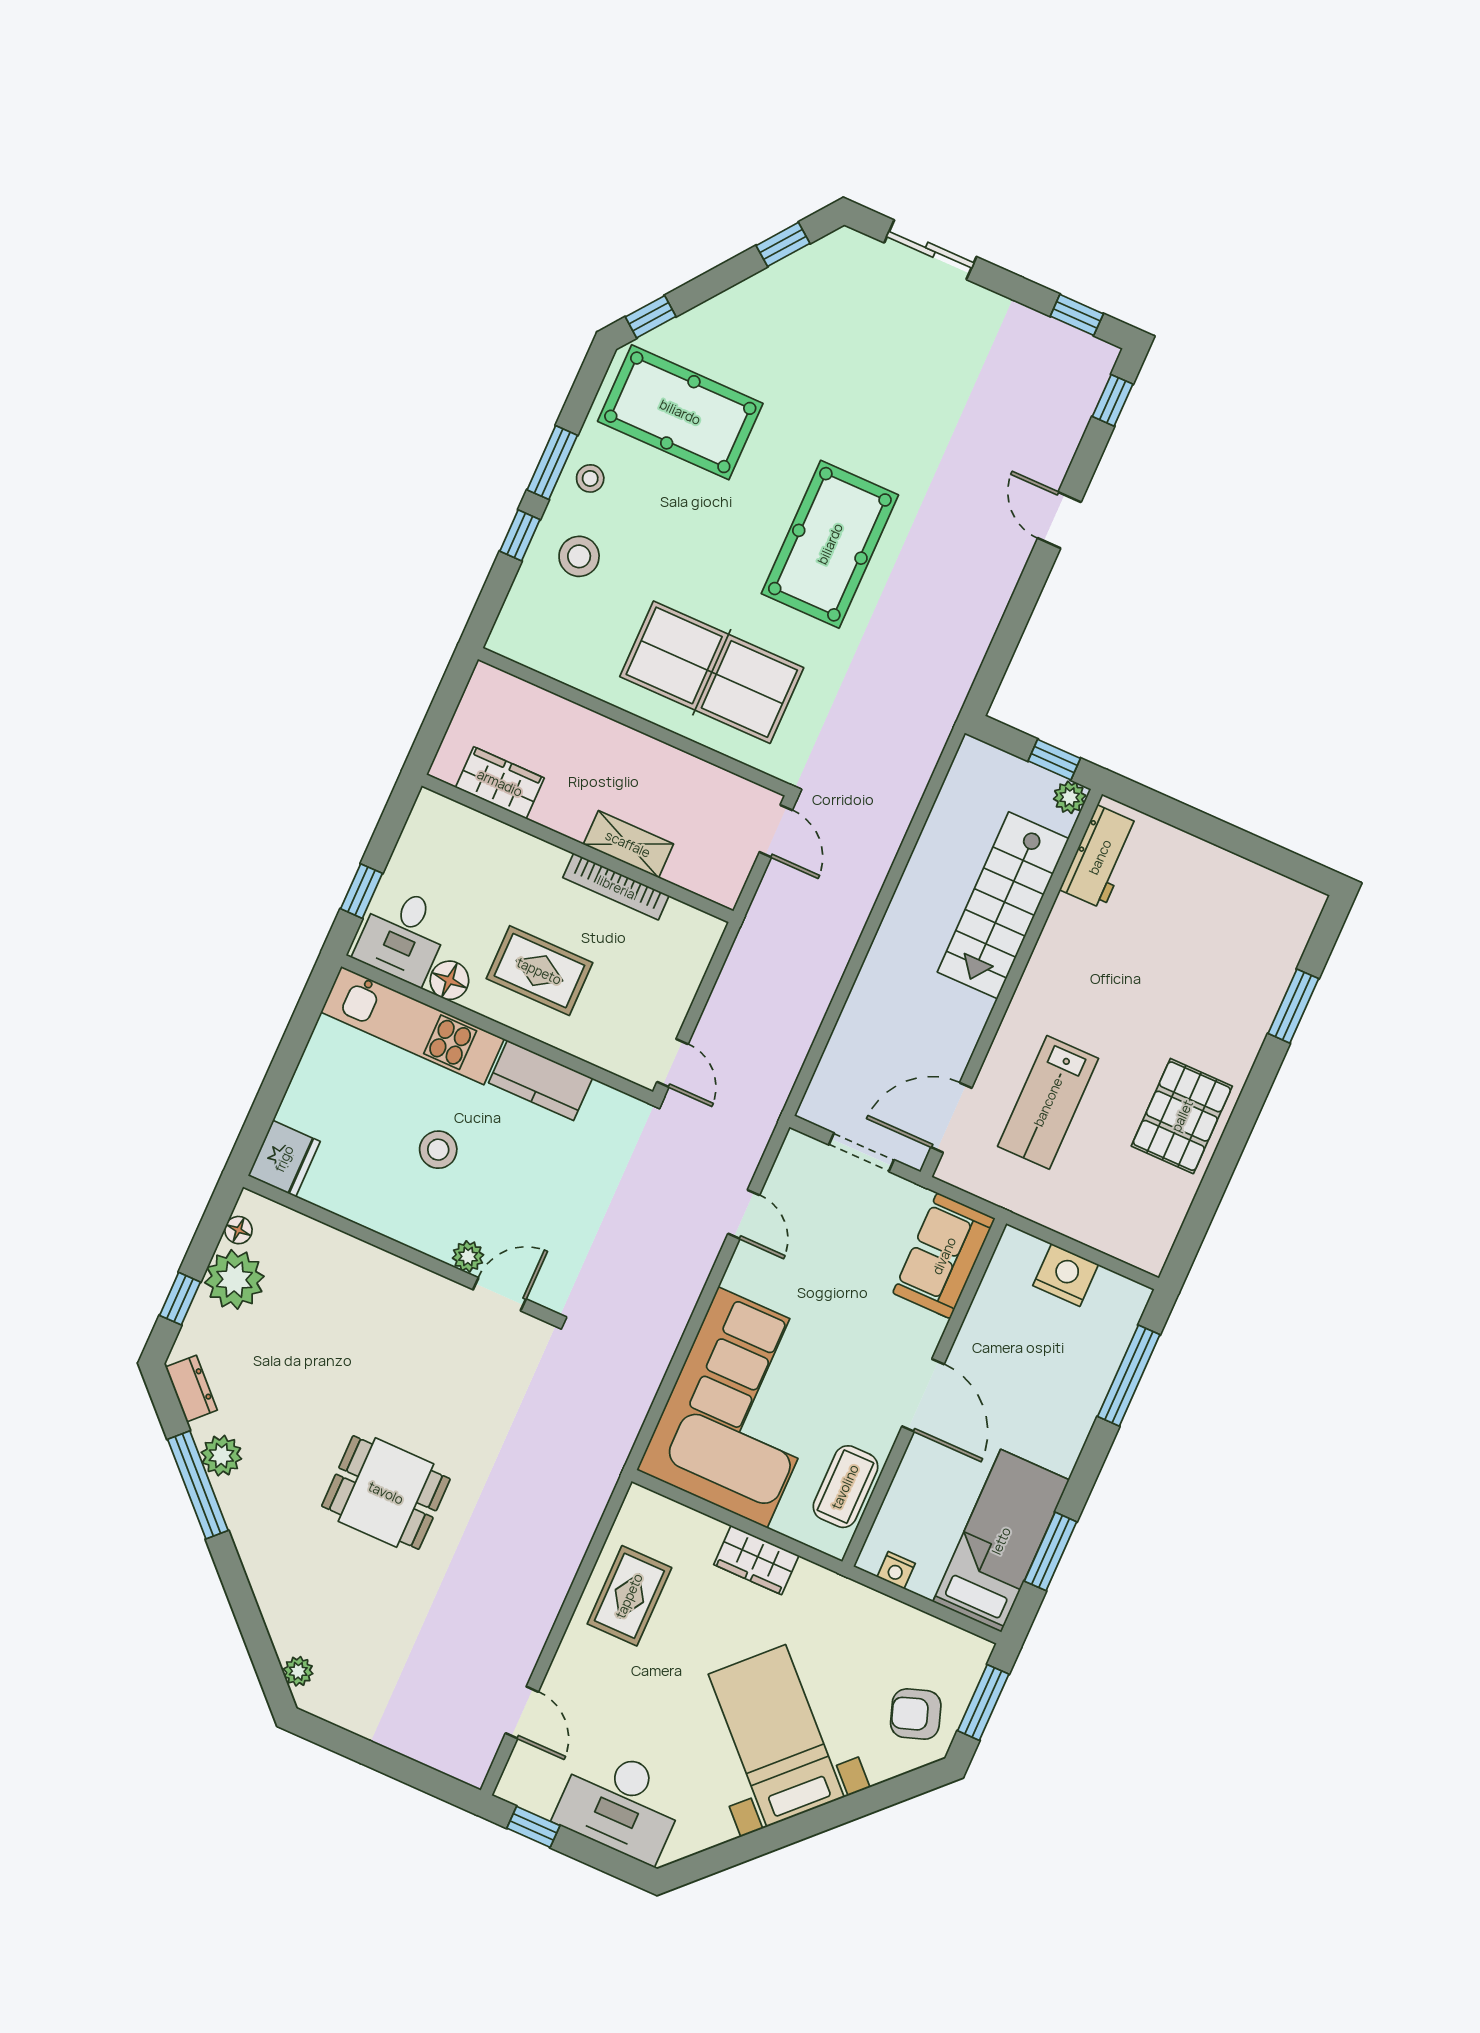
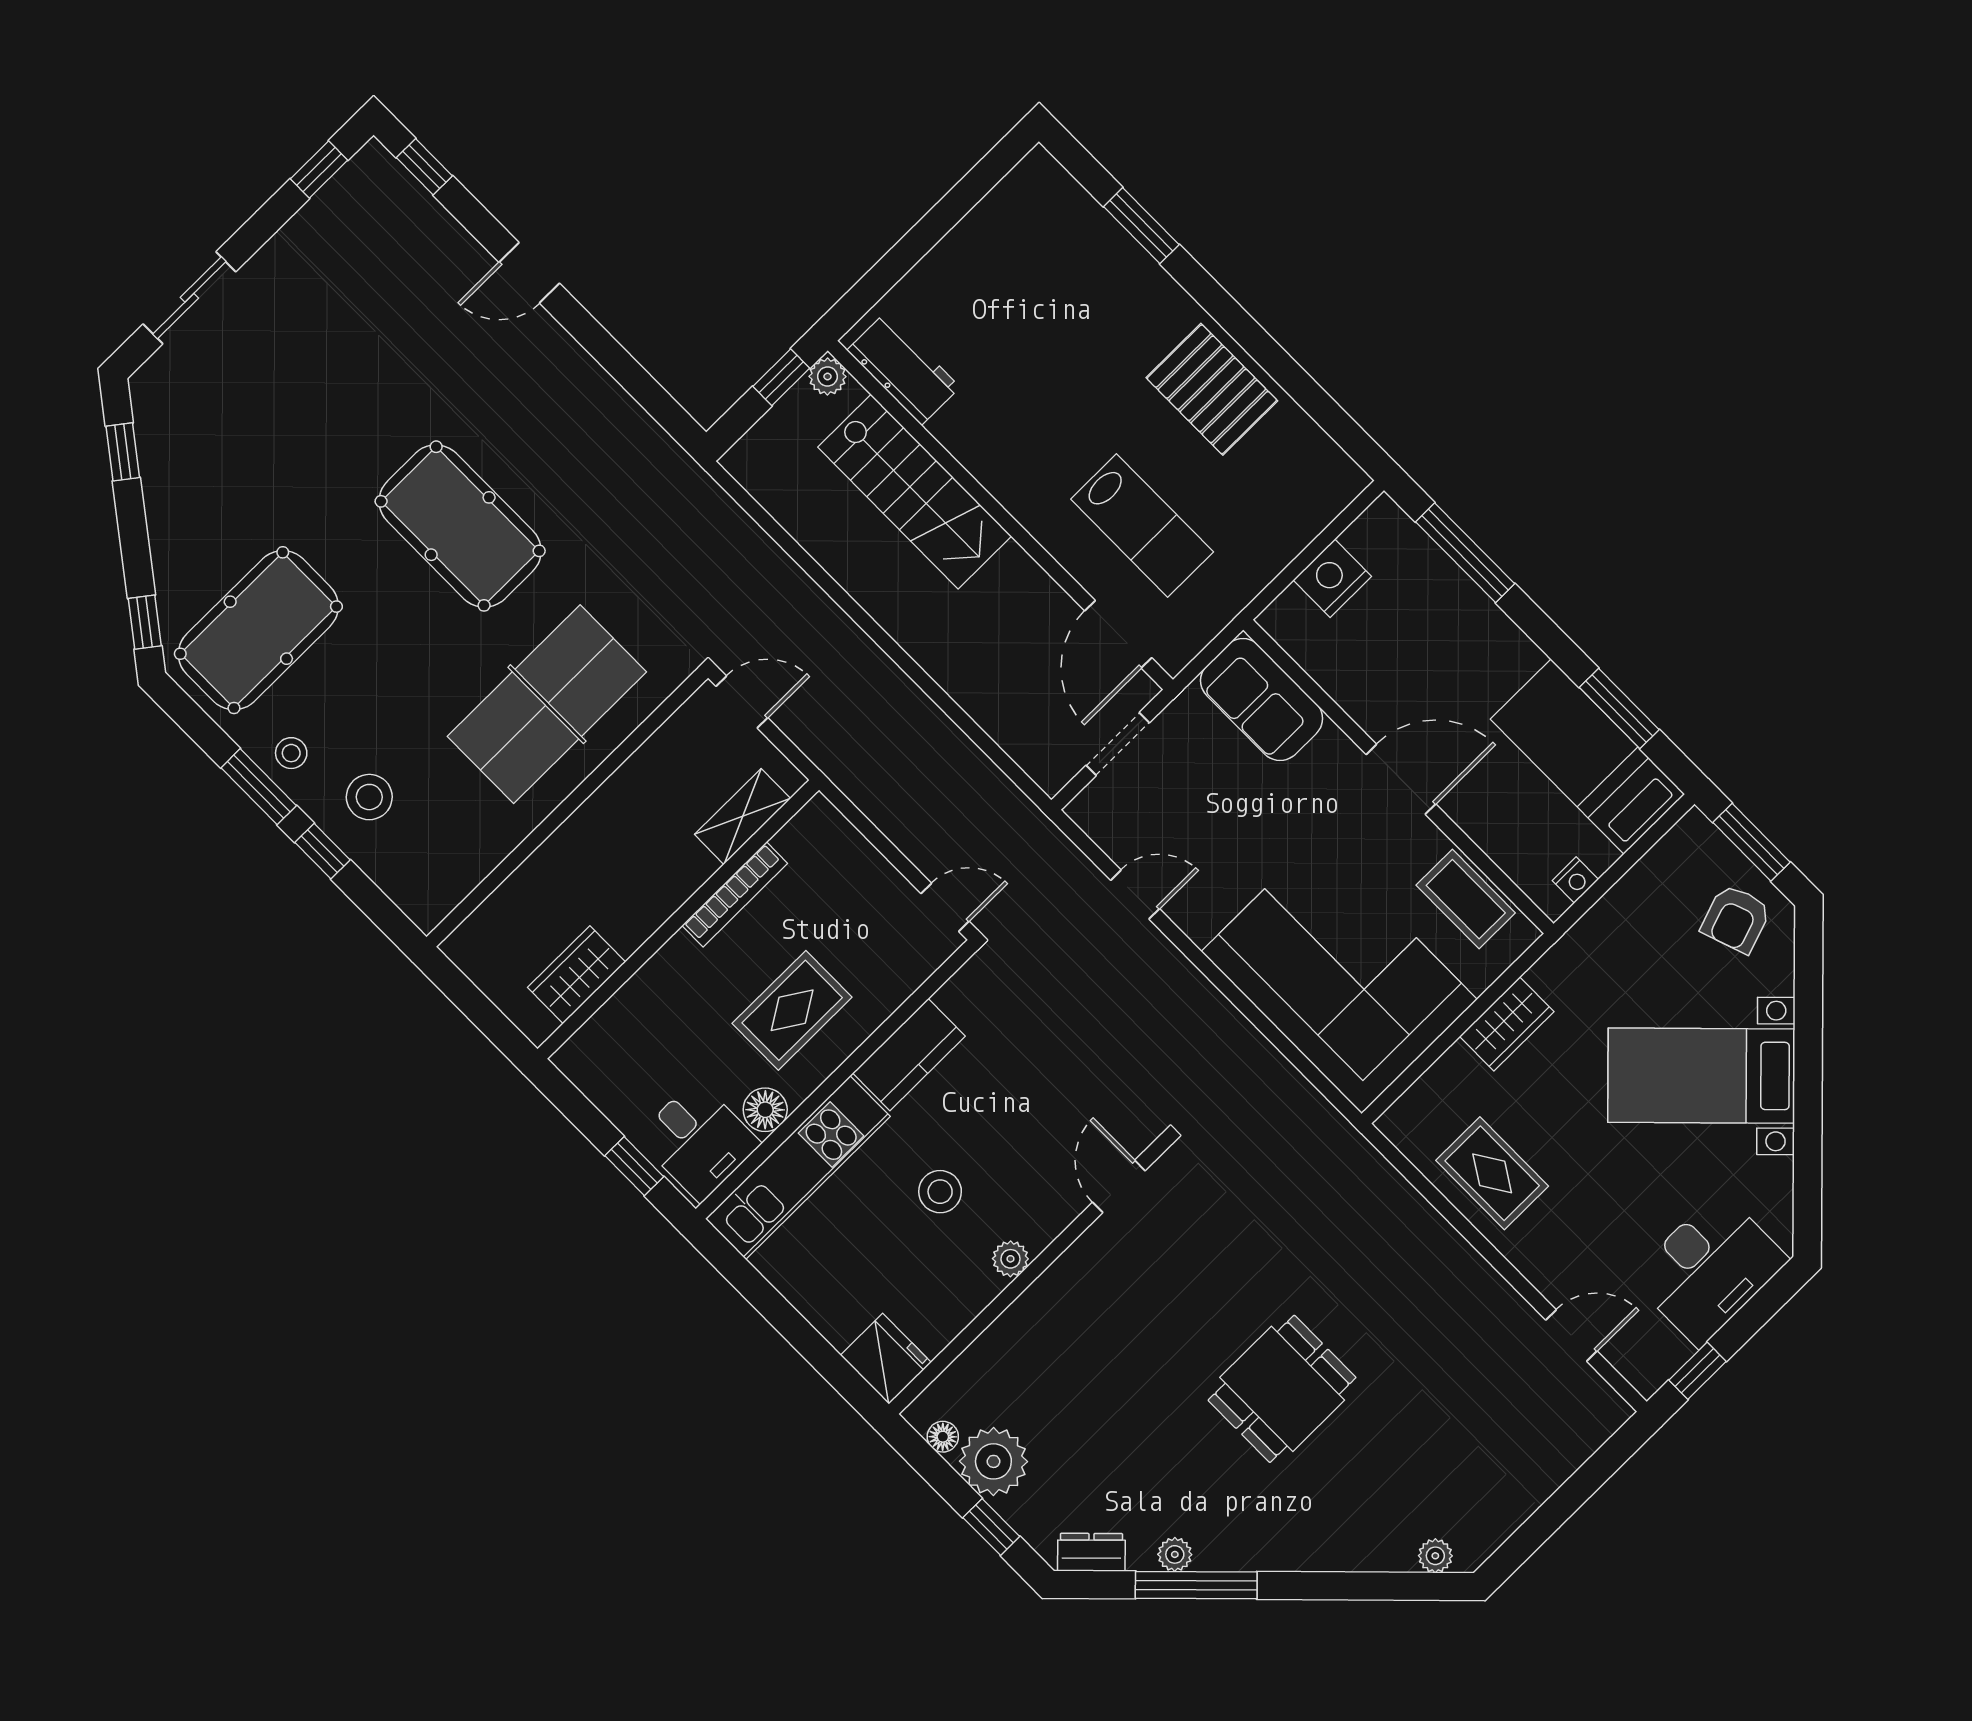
shelving: (628, 844) -> (743, 816), moved
plant: (468, 1256) -> (1010, 1259), moved
plant: (221, 1456) -> (1175, 1554), width x0.73, depth x0.73

